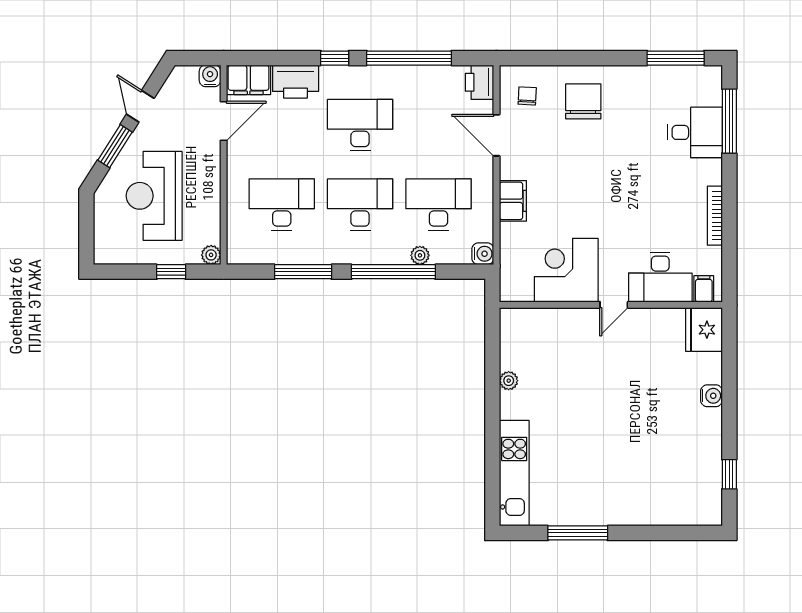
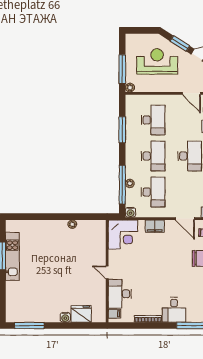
desk: (695, 132) -> (174, 310), moved
door: (497, 135) -> (185, 219), swing flipped
corner desk: (566, 270) -> (123, 235), moved, turned 90
window: (171, 272) -> (122, 69), width x2.17
window: (393, 272) -> (122, 185), moved
fridge: (704, 330) -> (81, 314), moved
kitchen unit: (514, 473) -> (12, 256), moved, turned -90
window: (729, 474) -> (29, 325), width x2.17

